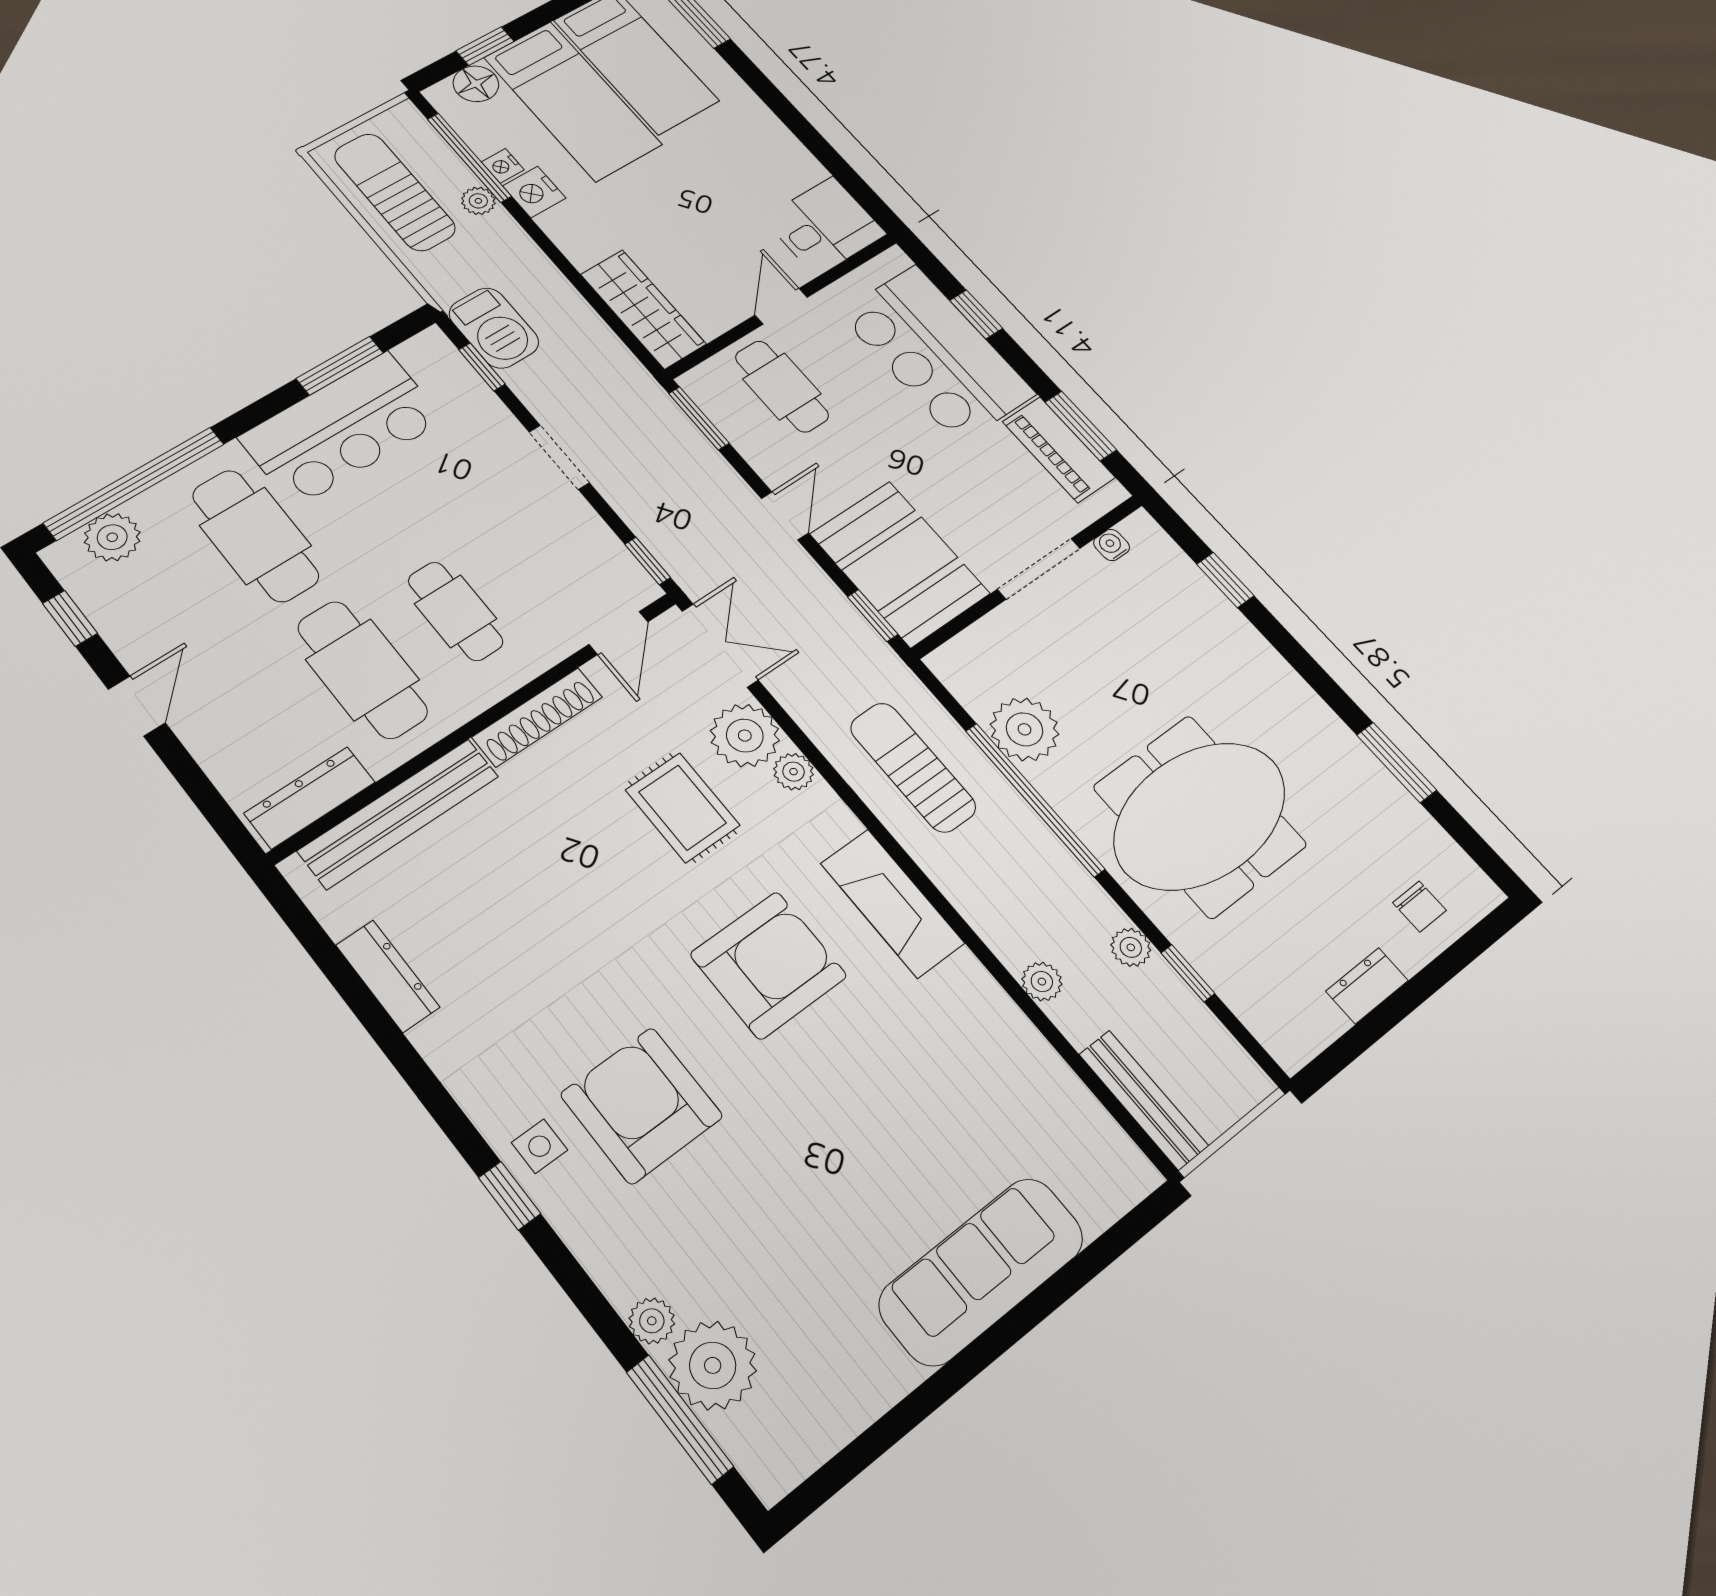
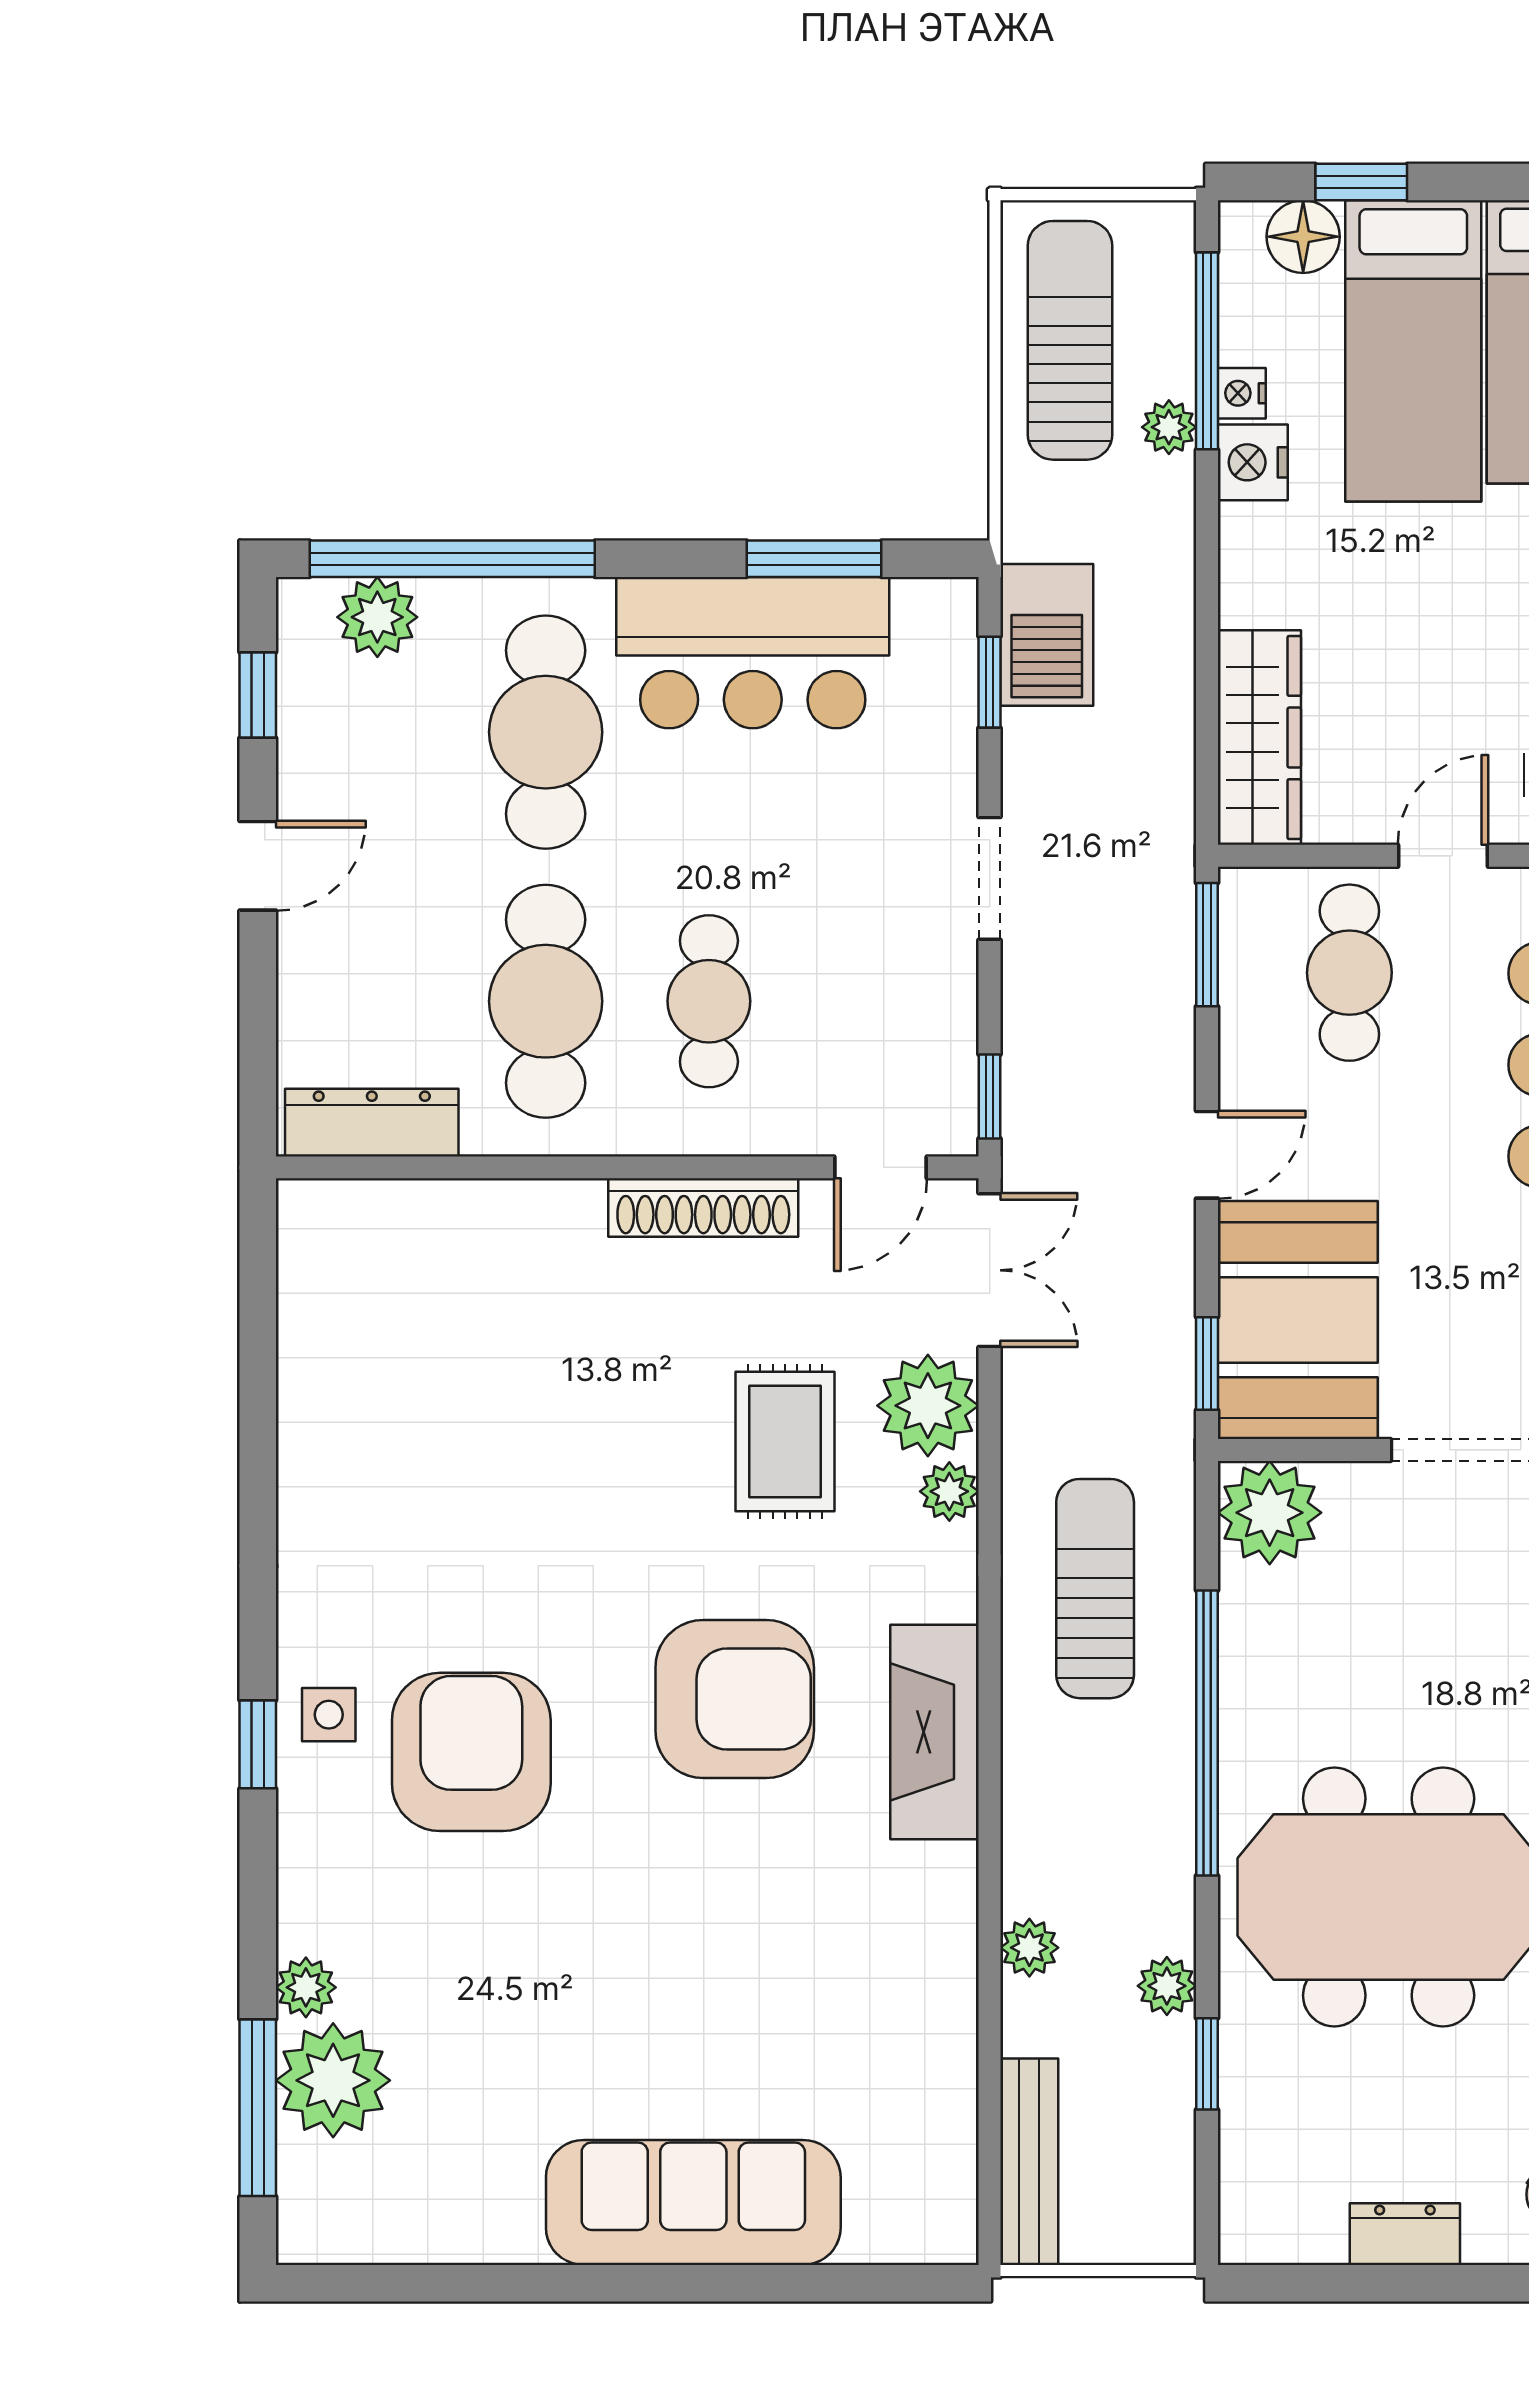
plant: (1025, 729) -> (1270, 1513), moved
bench: (399, 813) -> (457, 1214), removed
dresser: (388, 976) -> (306, 1402), removed

